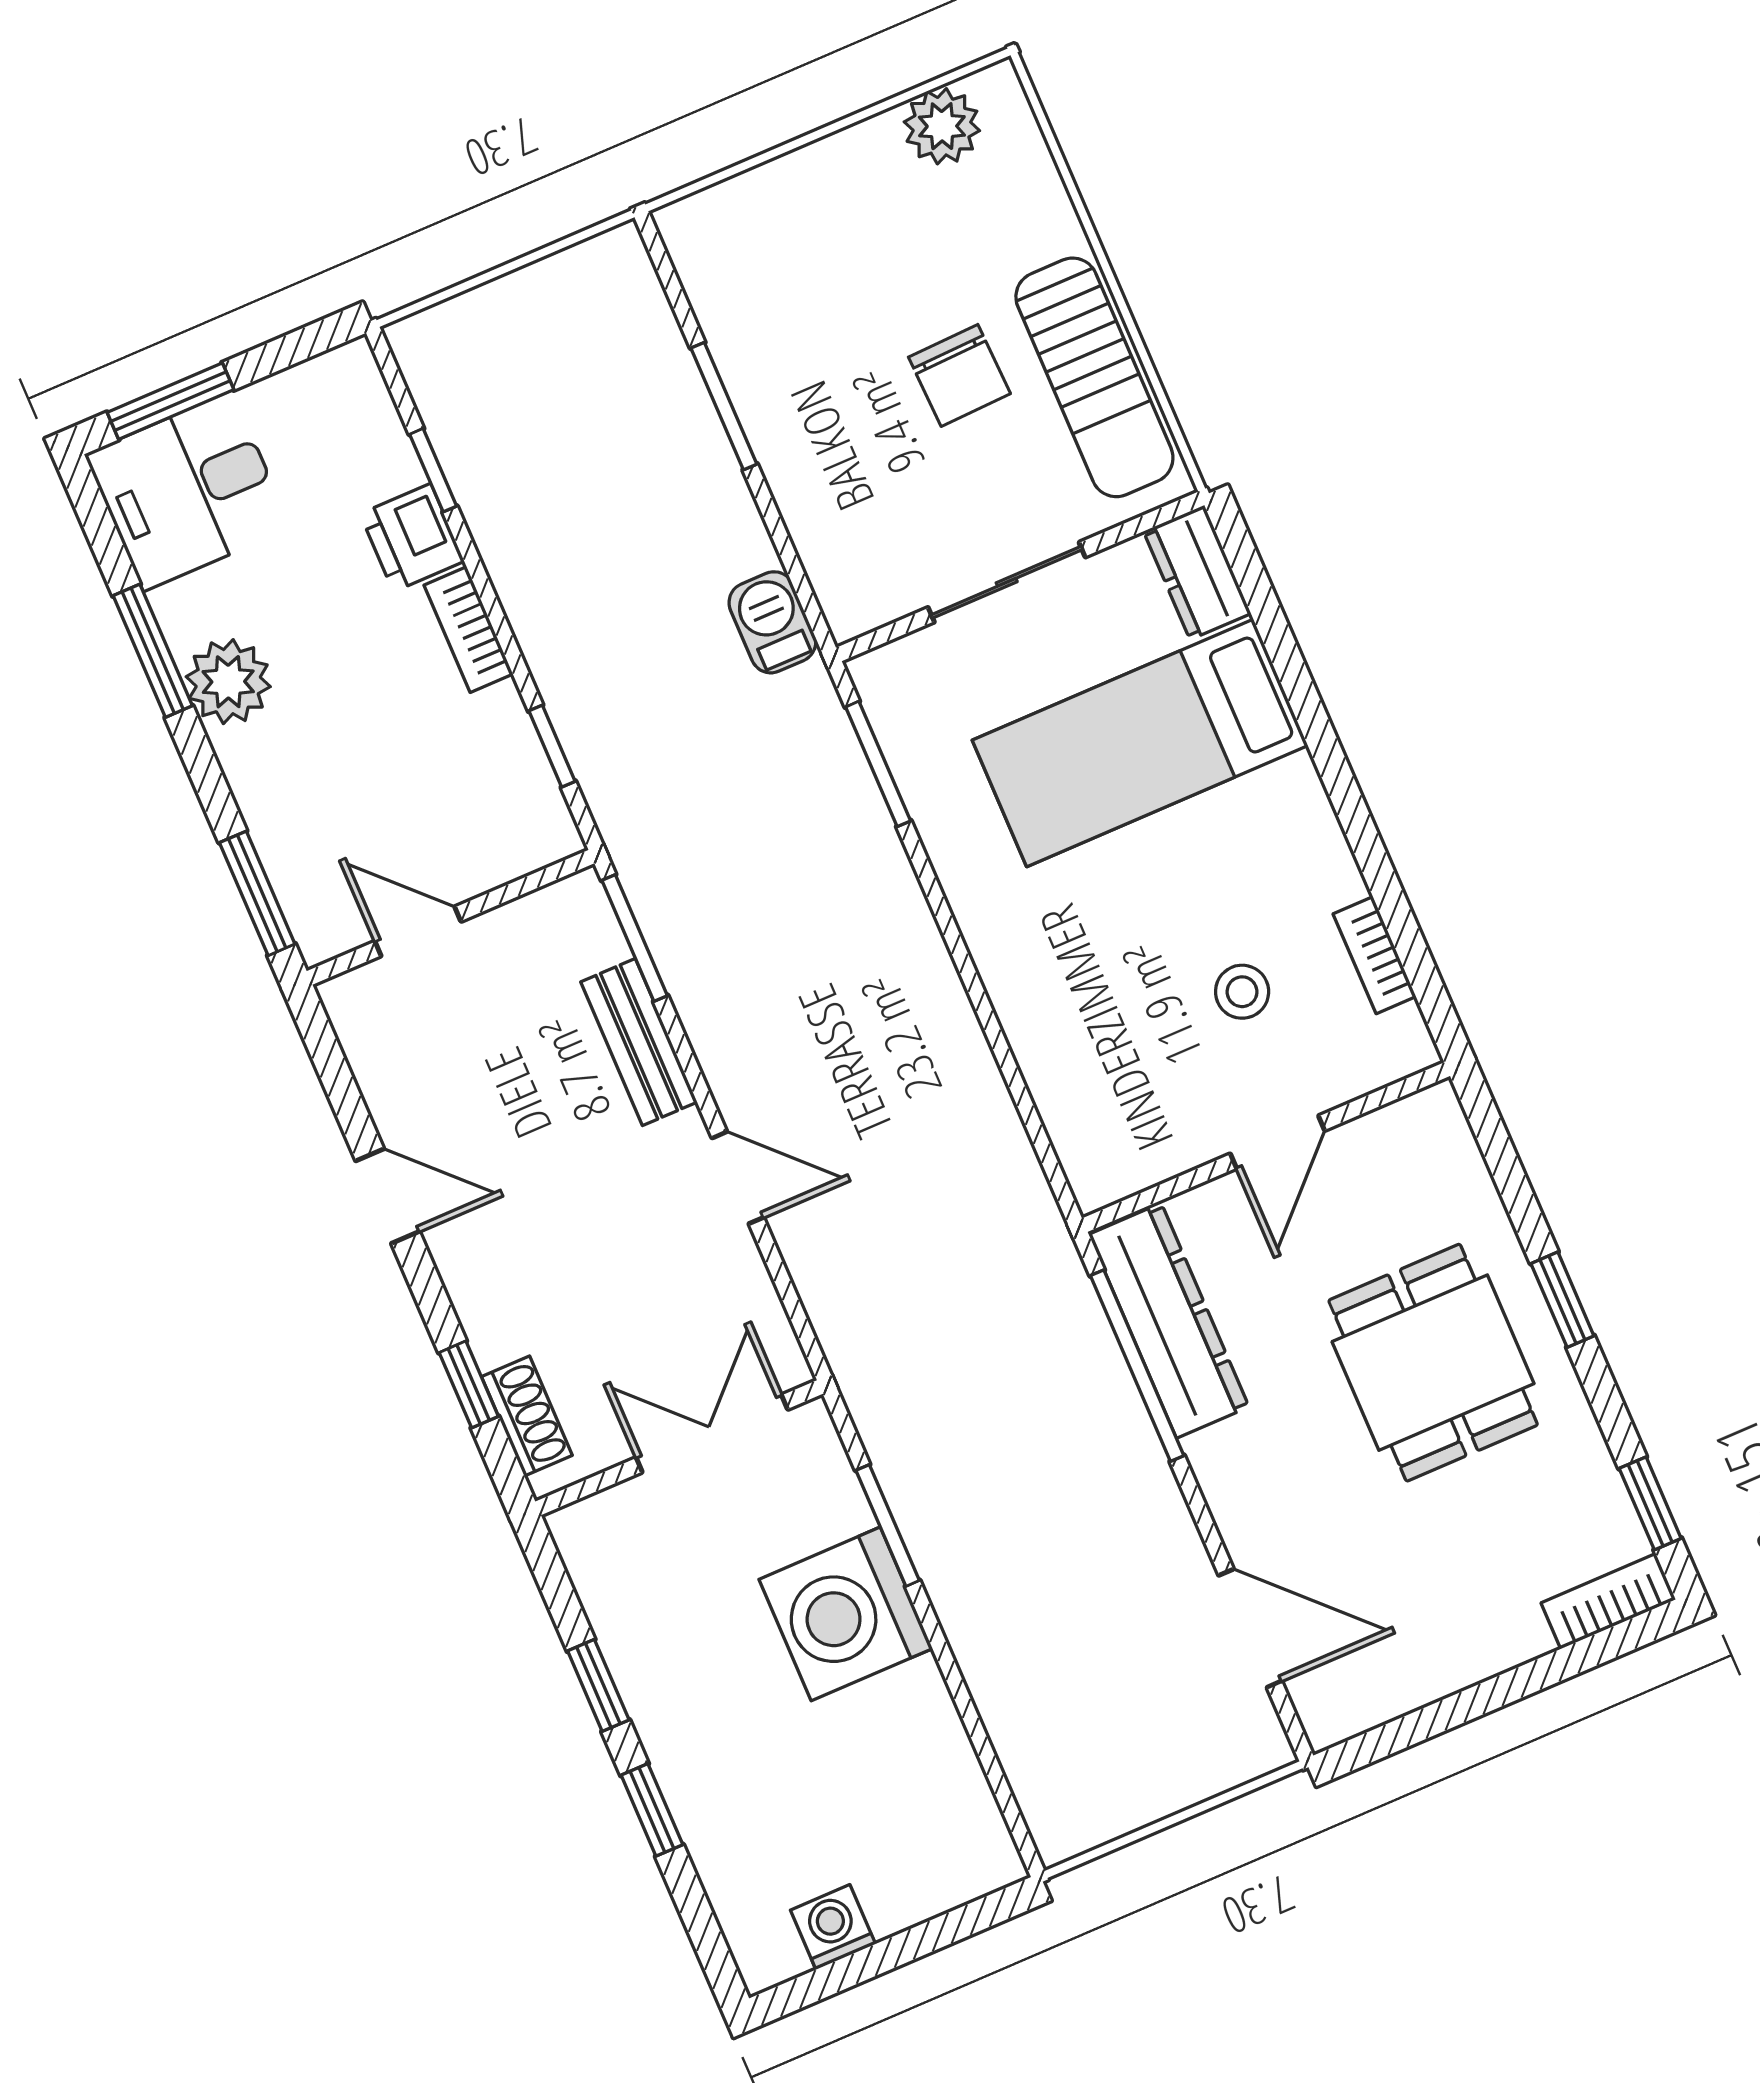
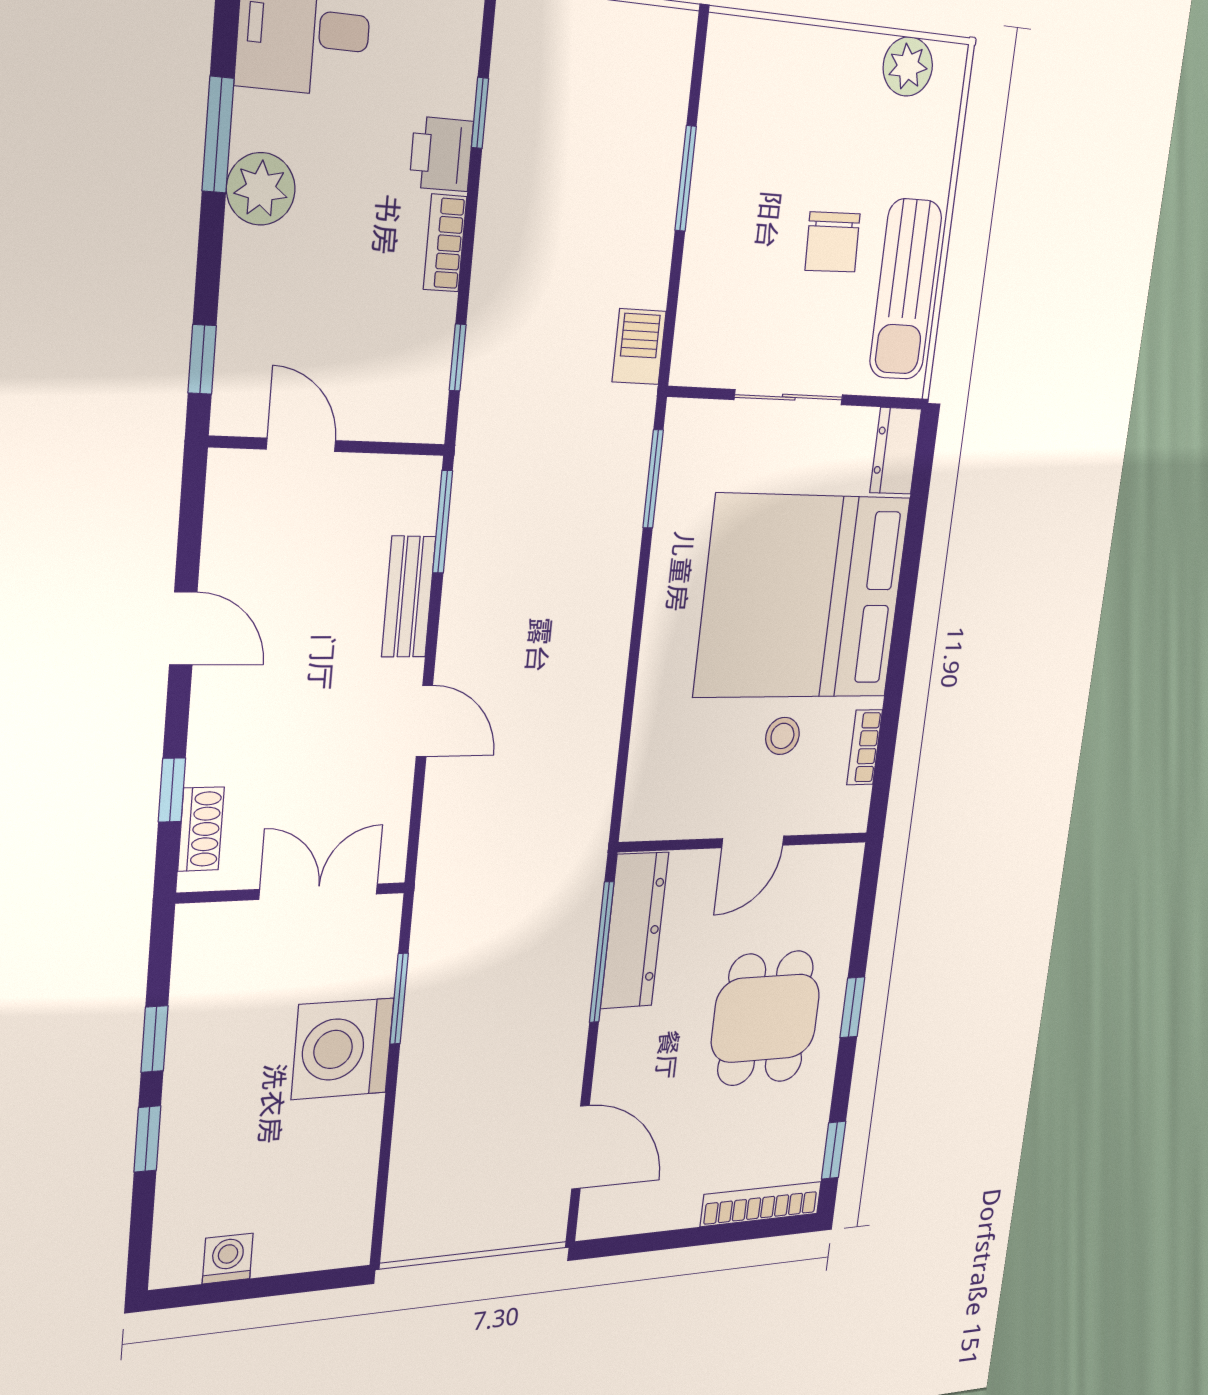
bed: (1140, 743) -> (802, 597), width x2.04
window: (257, 893) -> (202, 359), width x0.67
bookcase: (1608, 1601) -> (761, 1204), width x1.56

